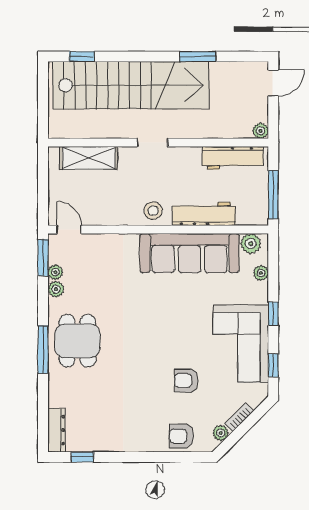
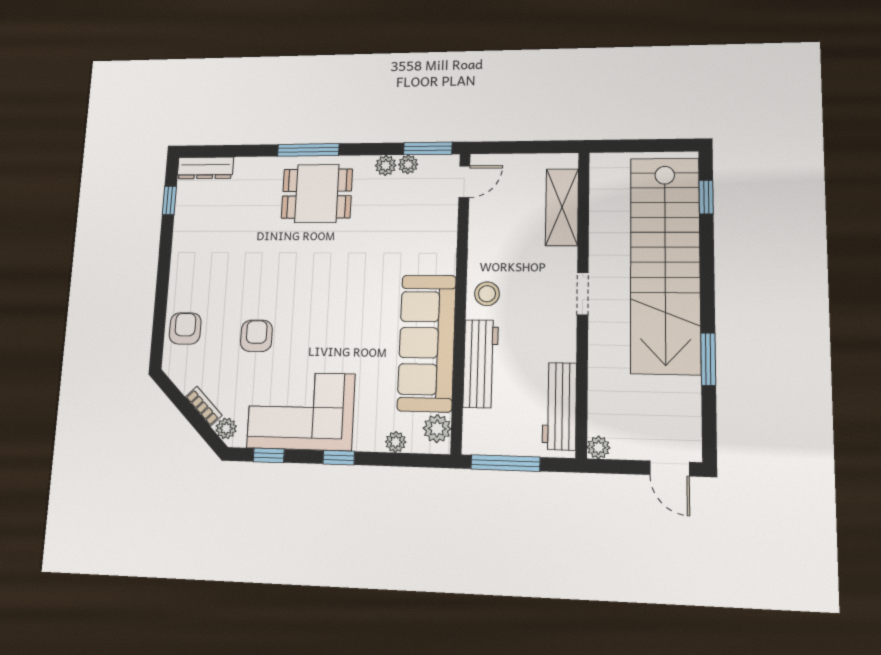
plant: (221, 433) -> (226, 428), moved

